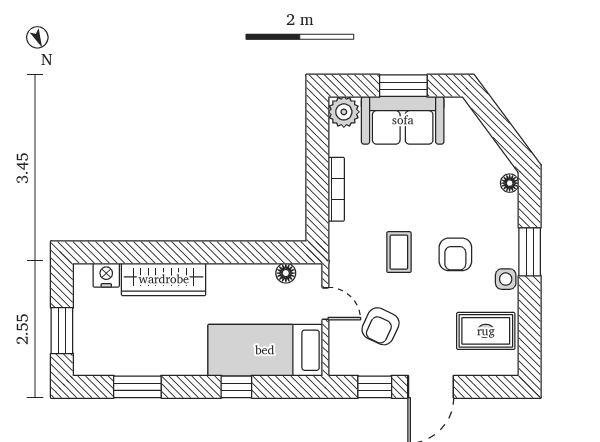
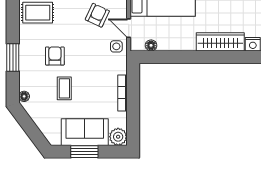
coffee table: (399, 252) -> (64, 88), moved
side table: (506, 279) -> (116, 46), moved

